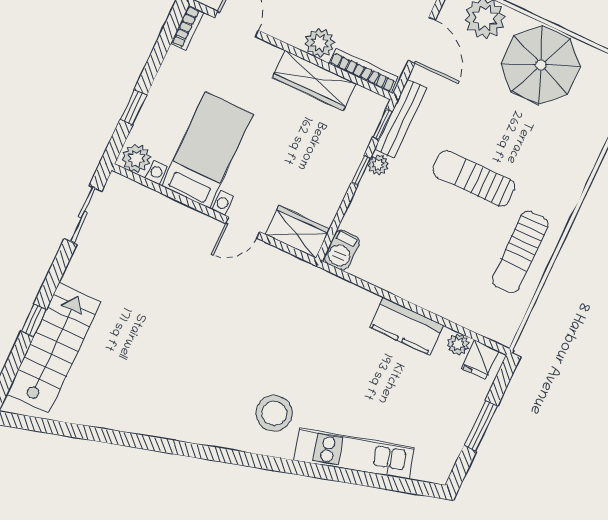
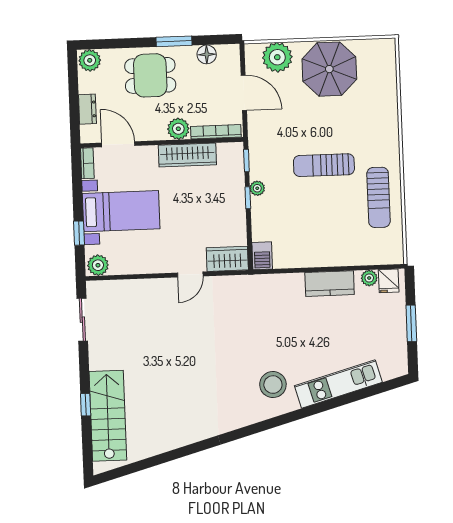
bench: (400, 119) -> (256, 151), removed
bed with nightstands: (207, 150) -> (121, 211), moved, turned 90

